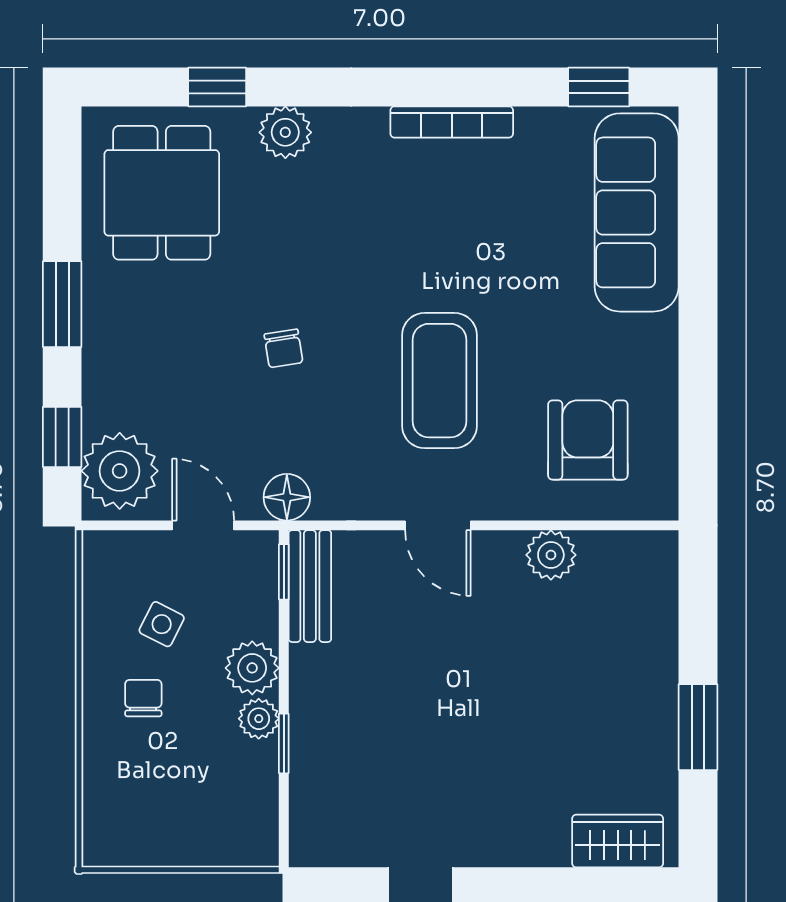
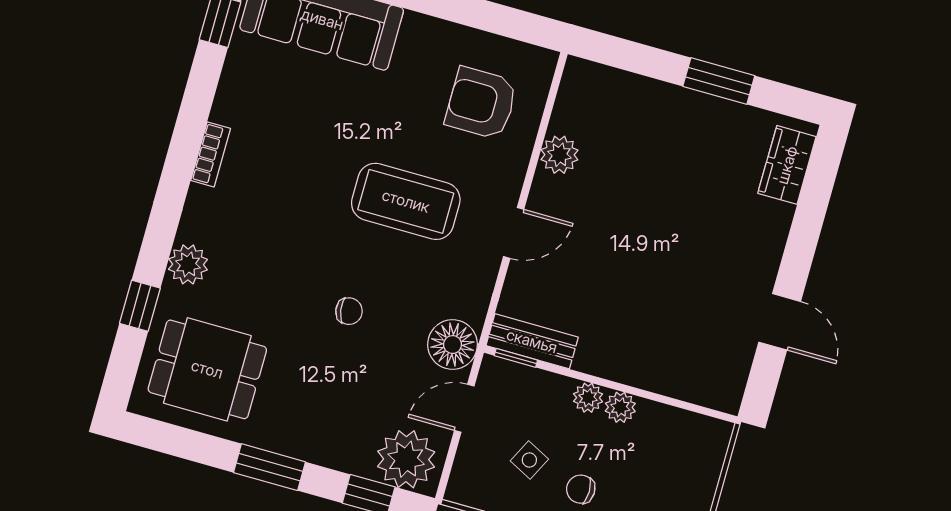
bookcase: (452, 122) -> (211, 154), width x0.64
floor lamp: (287, 497) -> (453, 345), width x1.38, depth x1.38
plant: (252, 668) -> (588, 398), width x0.73, depth x0.73
window: (284, 743) -> (644, 394), removed

